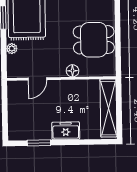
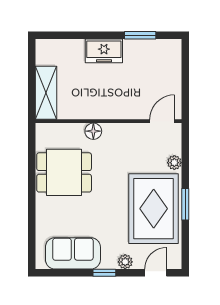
door: (37, 79) -> (162, 121), moved
shelving: (108, 108) -> (46, 93), width x0.68

